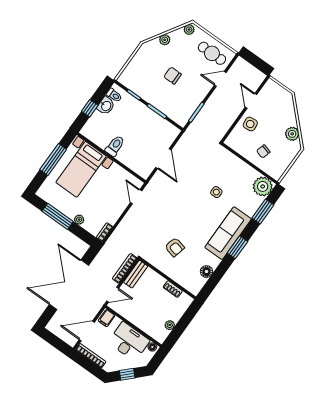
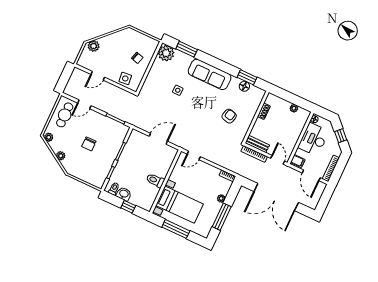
door: (220, 79) -> (84, 104), hinge flipped
side table: (250, 124) -> (125, 78), moved
plant: (292, 134) -> (94, 46), moved
window: (237, 247) -> (247, 77), moved

